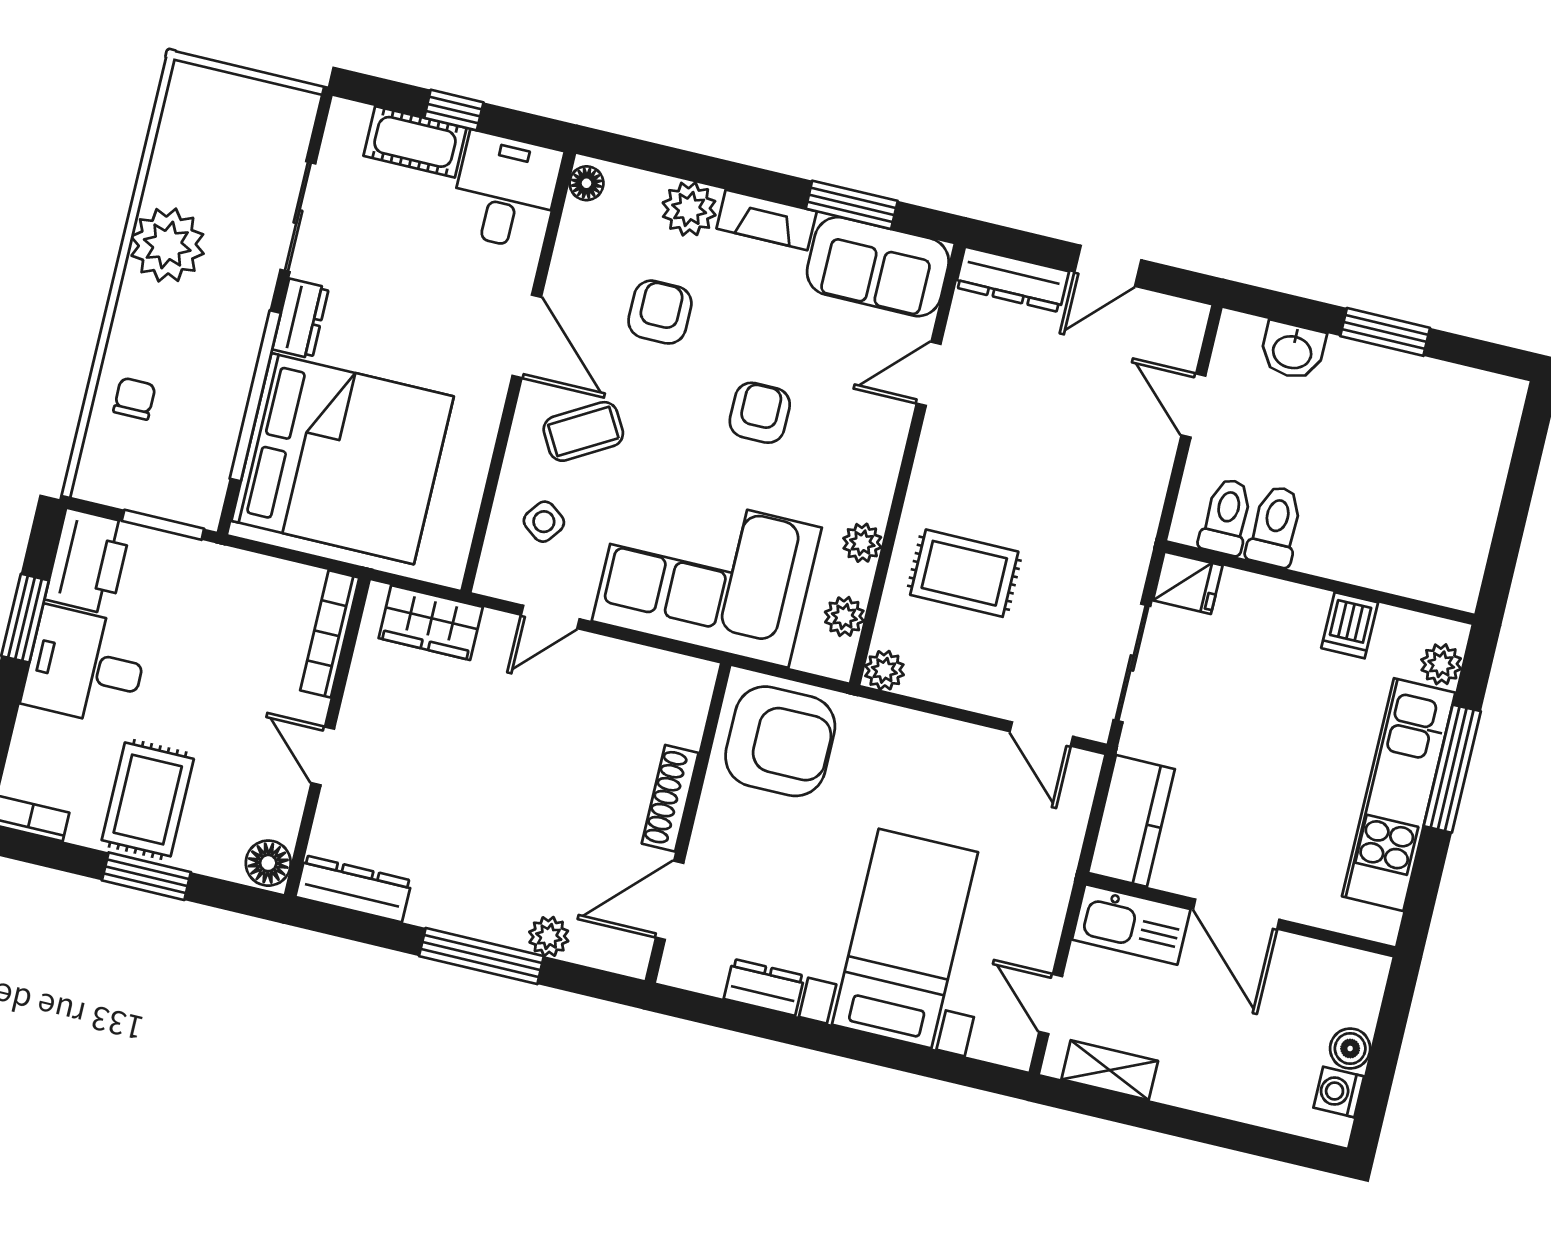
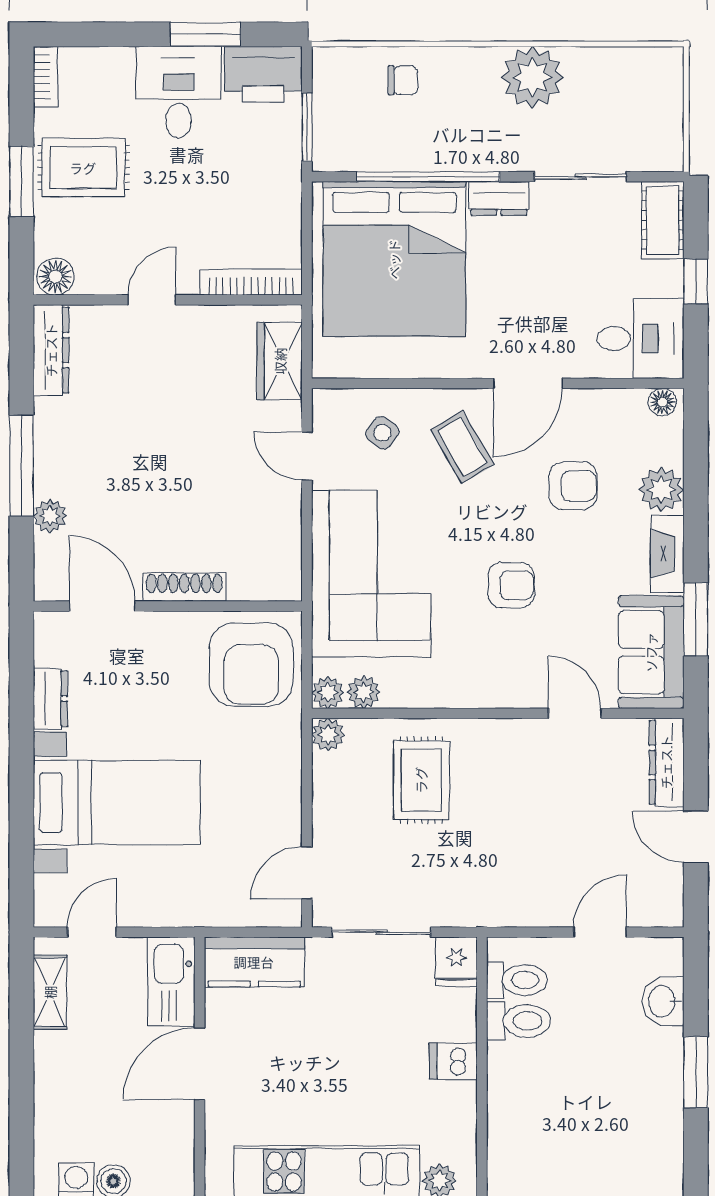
cot: (415, 142) -> (663, 220), moved
plant: (862, 543) -> (328, 693), moved
dishwasher: (1350, 625) -> (453, 1061), moved

